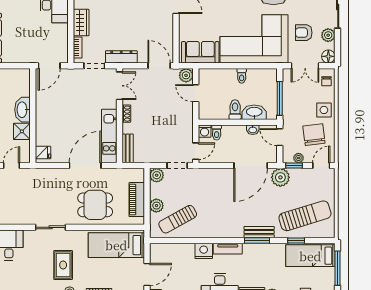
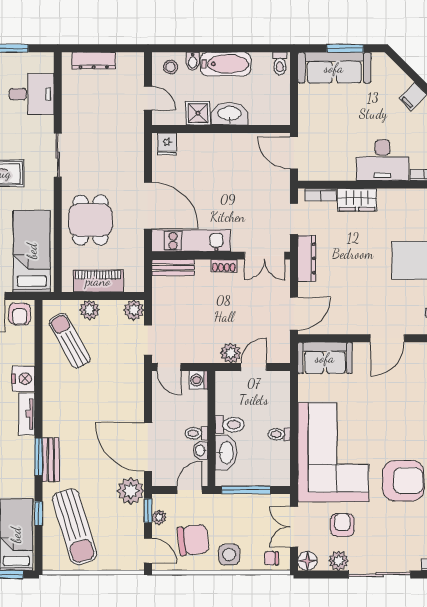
sofa: (200, 52) -> (325, 358), moved, turned 90
plant: (186, 75) -> (231, 353), moved
toilet: (217, 133) -> (196, 433), moved
armchair: (159, 253) -> (20, 314), added

